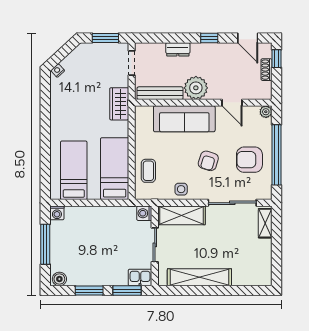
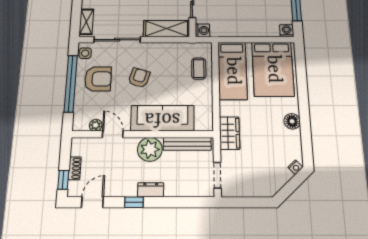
window: (105, 38) -> (246, 202), removed
door: (248, 38) -> (92, 202), hinge flipped
dresser: (178, 49) -> (151, 190), moved
plant: (266, 112) -> (96, 125), moved
floor lamp: (58, 116) -> (292, 121), added
bed: (74, 170) -> (273, 69), width x1.50
side table: (181, 189) -> (85, 53), moved

